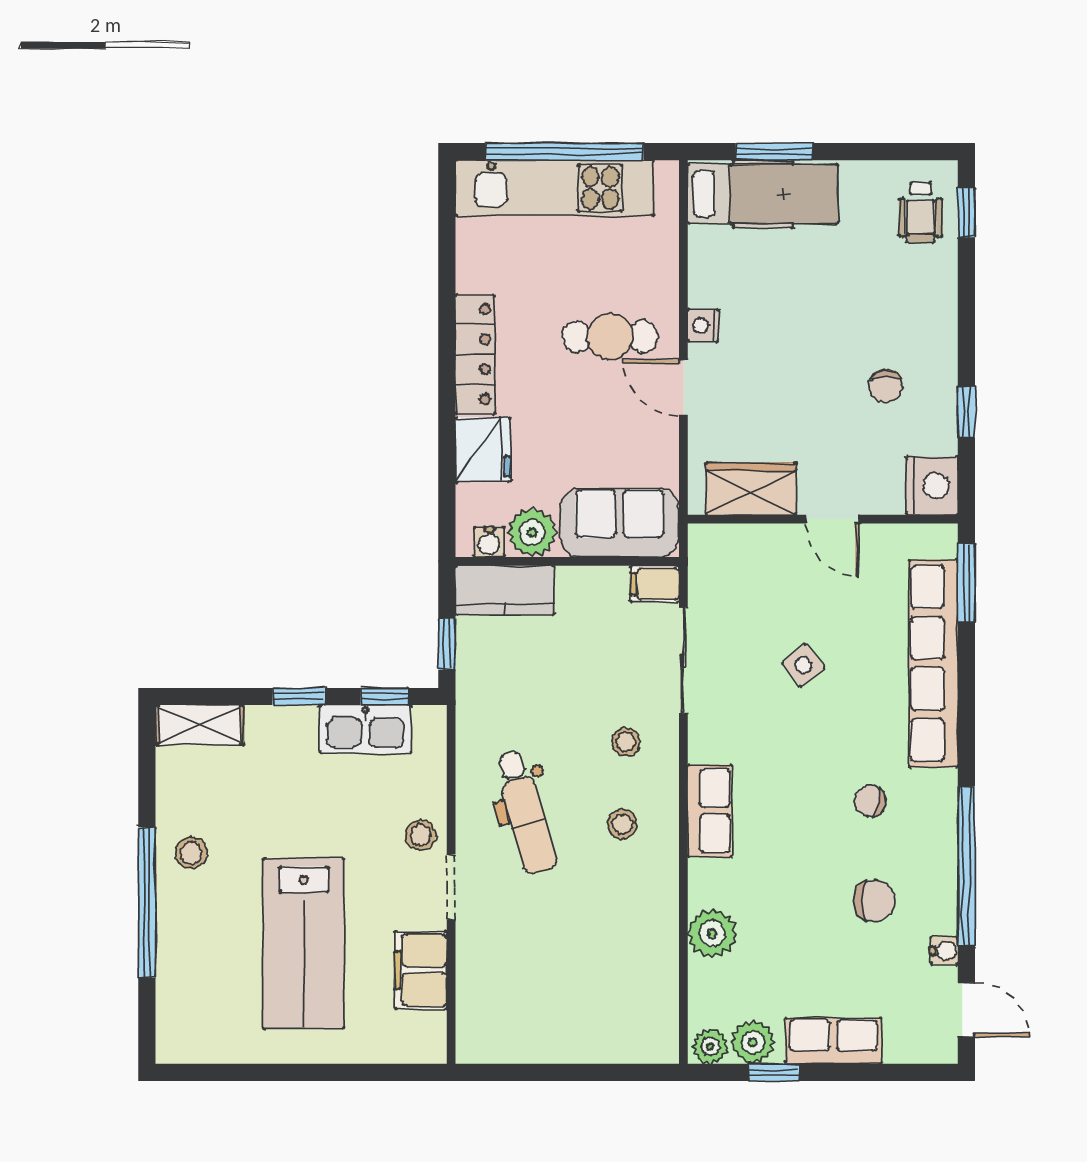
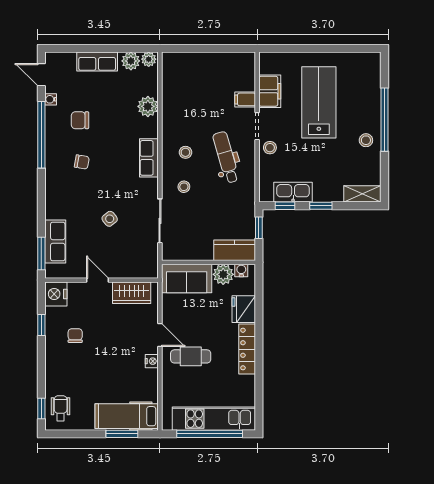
filing cabinet: (655, 584) -> (245, 99), moved, turned 180
row of seats: (933, 664) -> (55, 241), width x0.50
window: (774, 1072) -> (122, 48), removed

